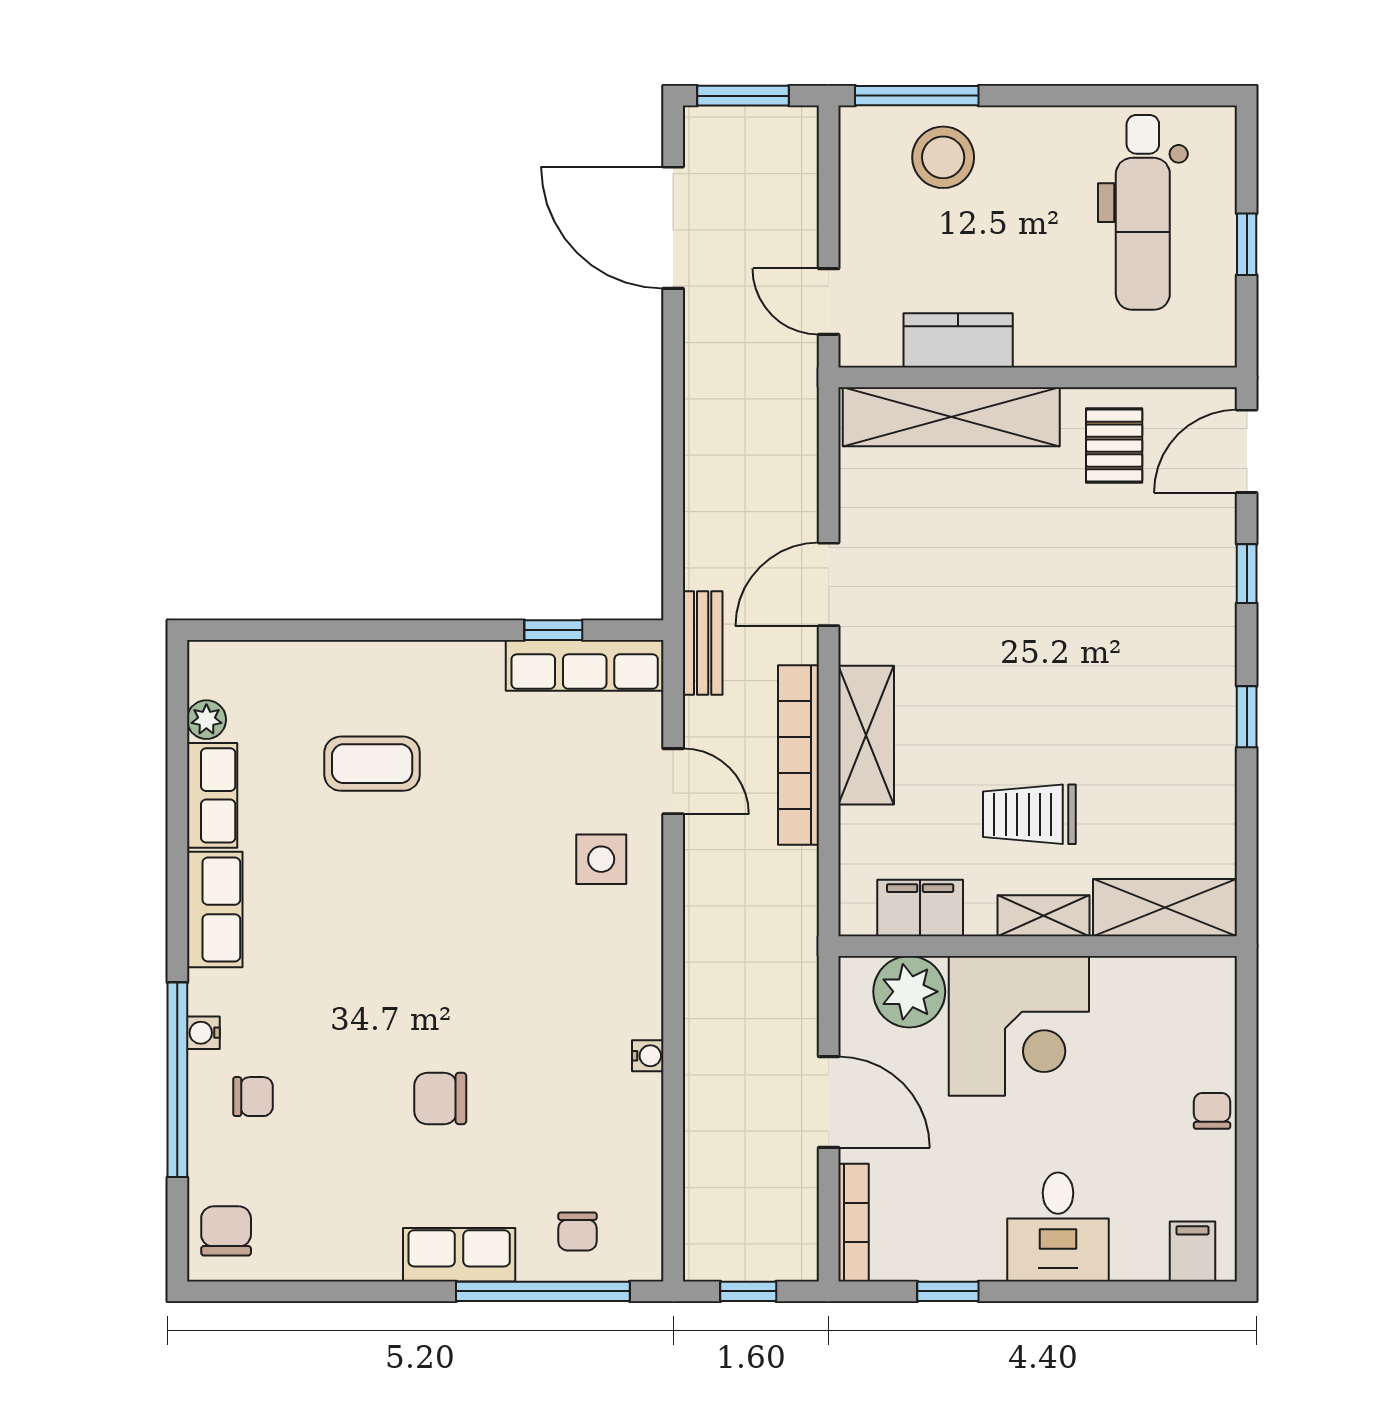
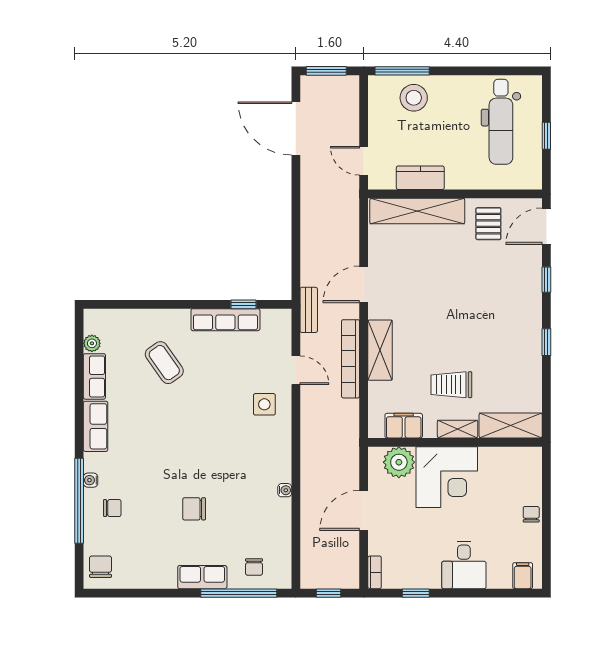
row of seats: (585, 665) -> (225, 320), moved
coffee table: (372, 764) -> (164, 363), turned 55
door: (829, 1102) -> (364, 510), swing flipped
bookcase: (853, 1223) -> (375, 572), width x0.64

